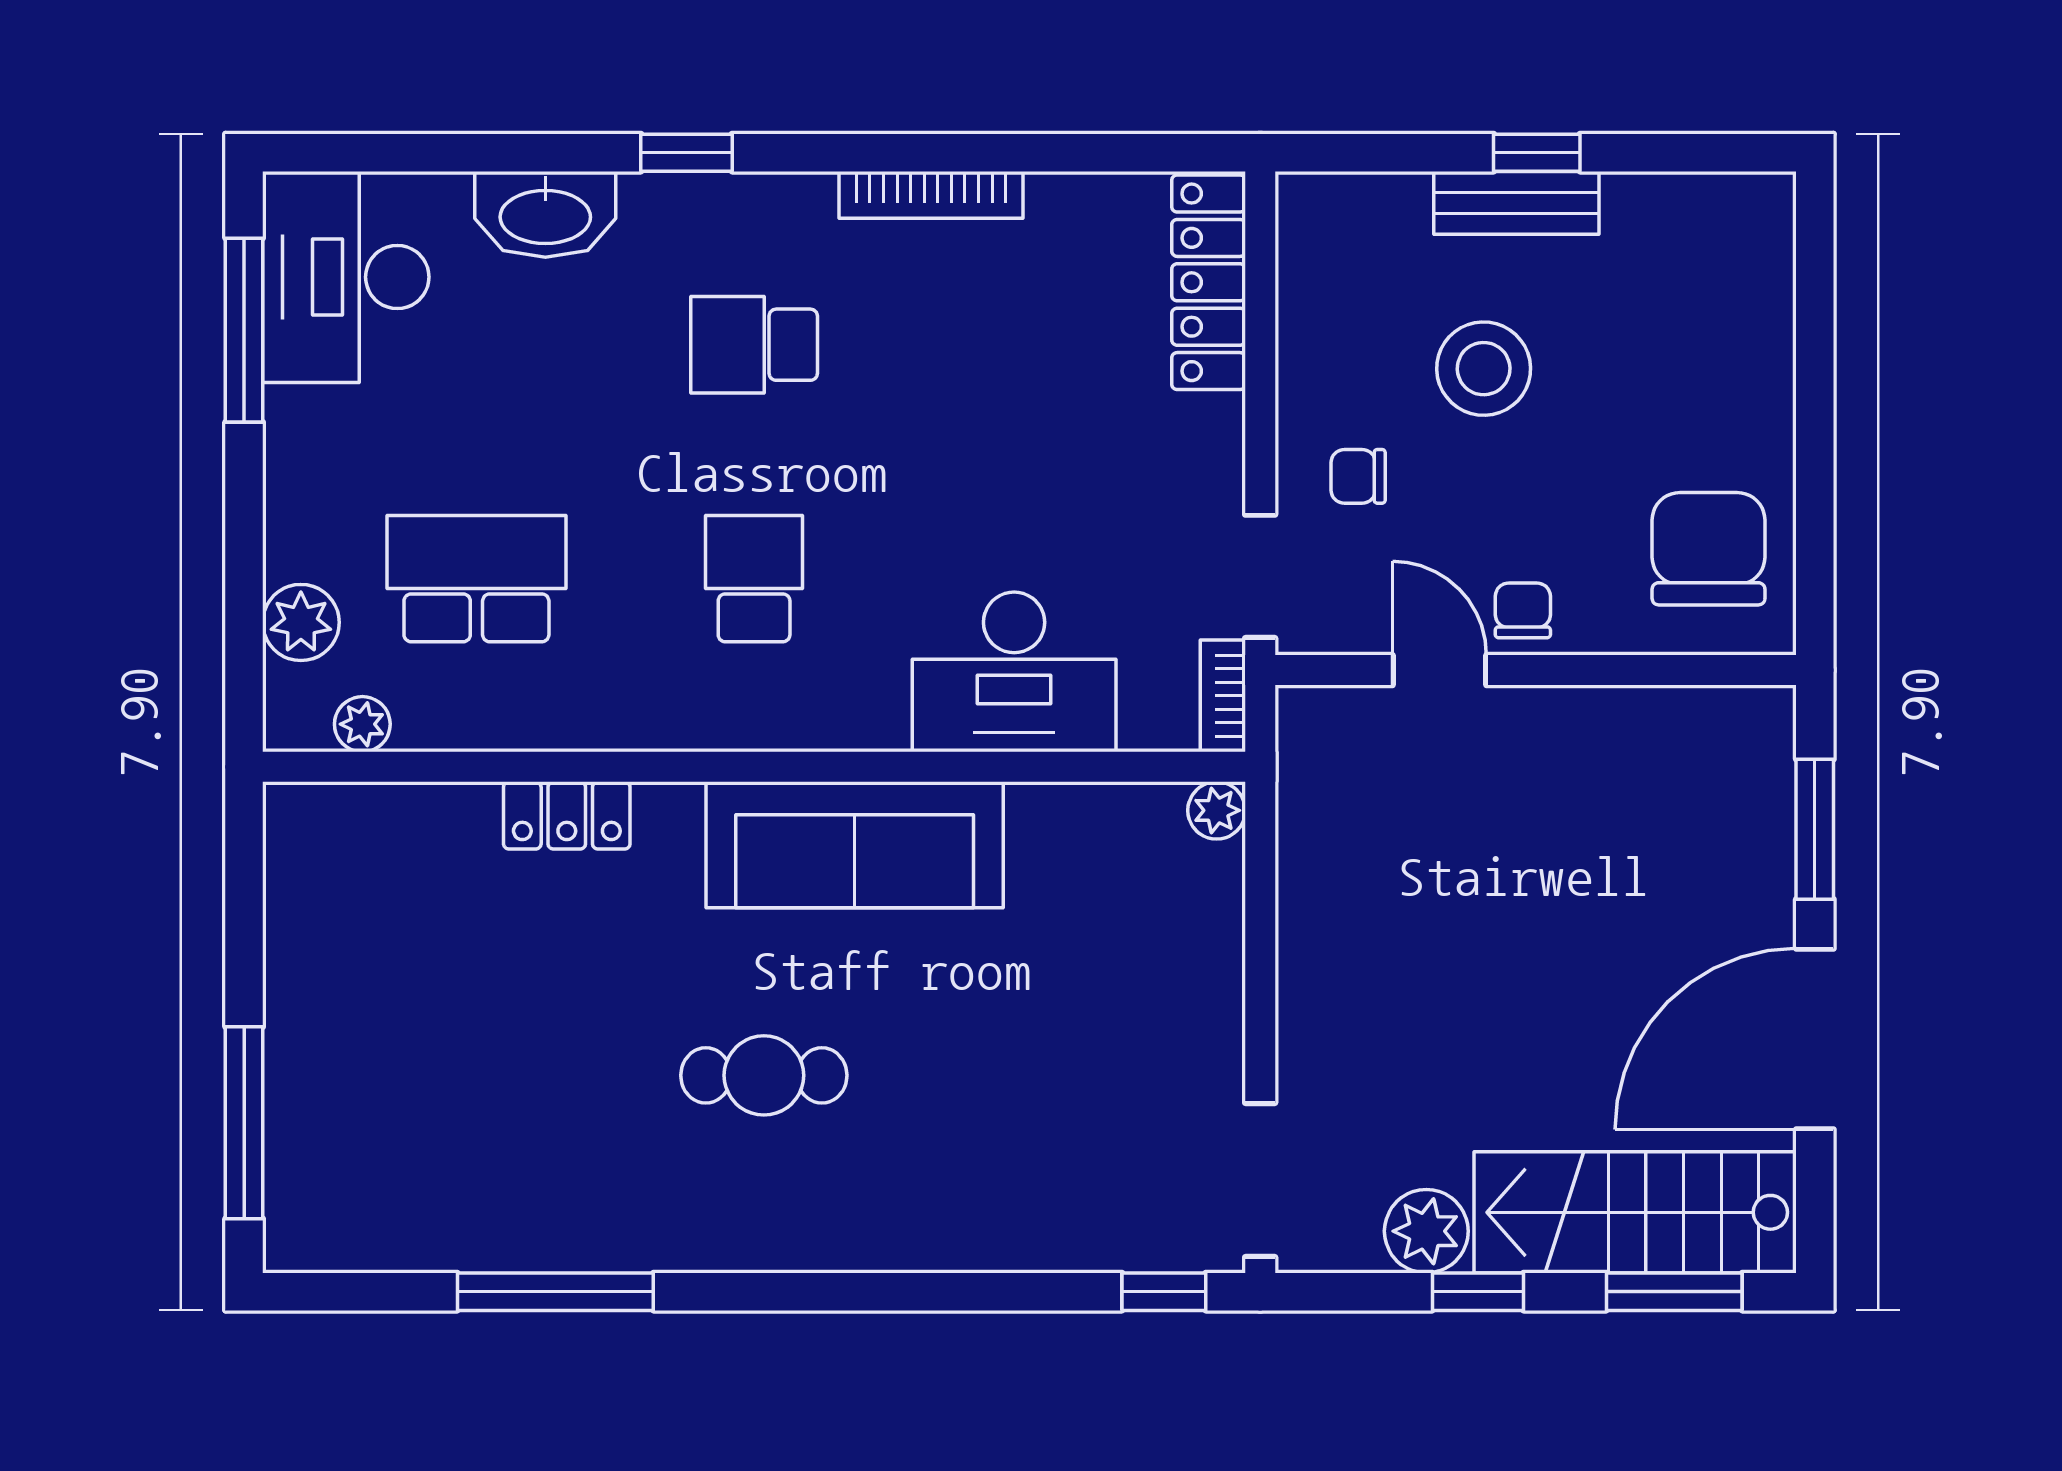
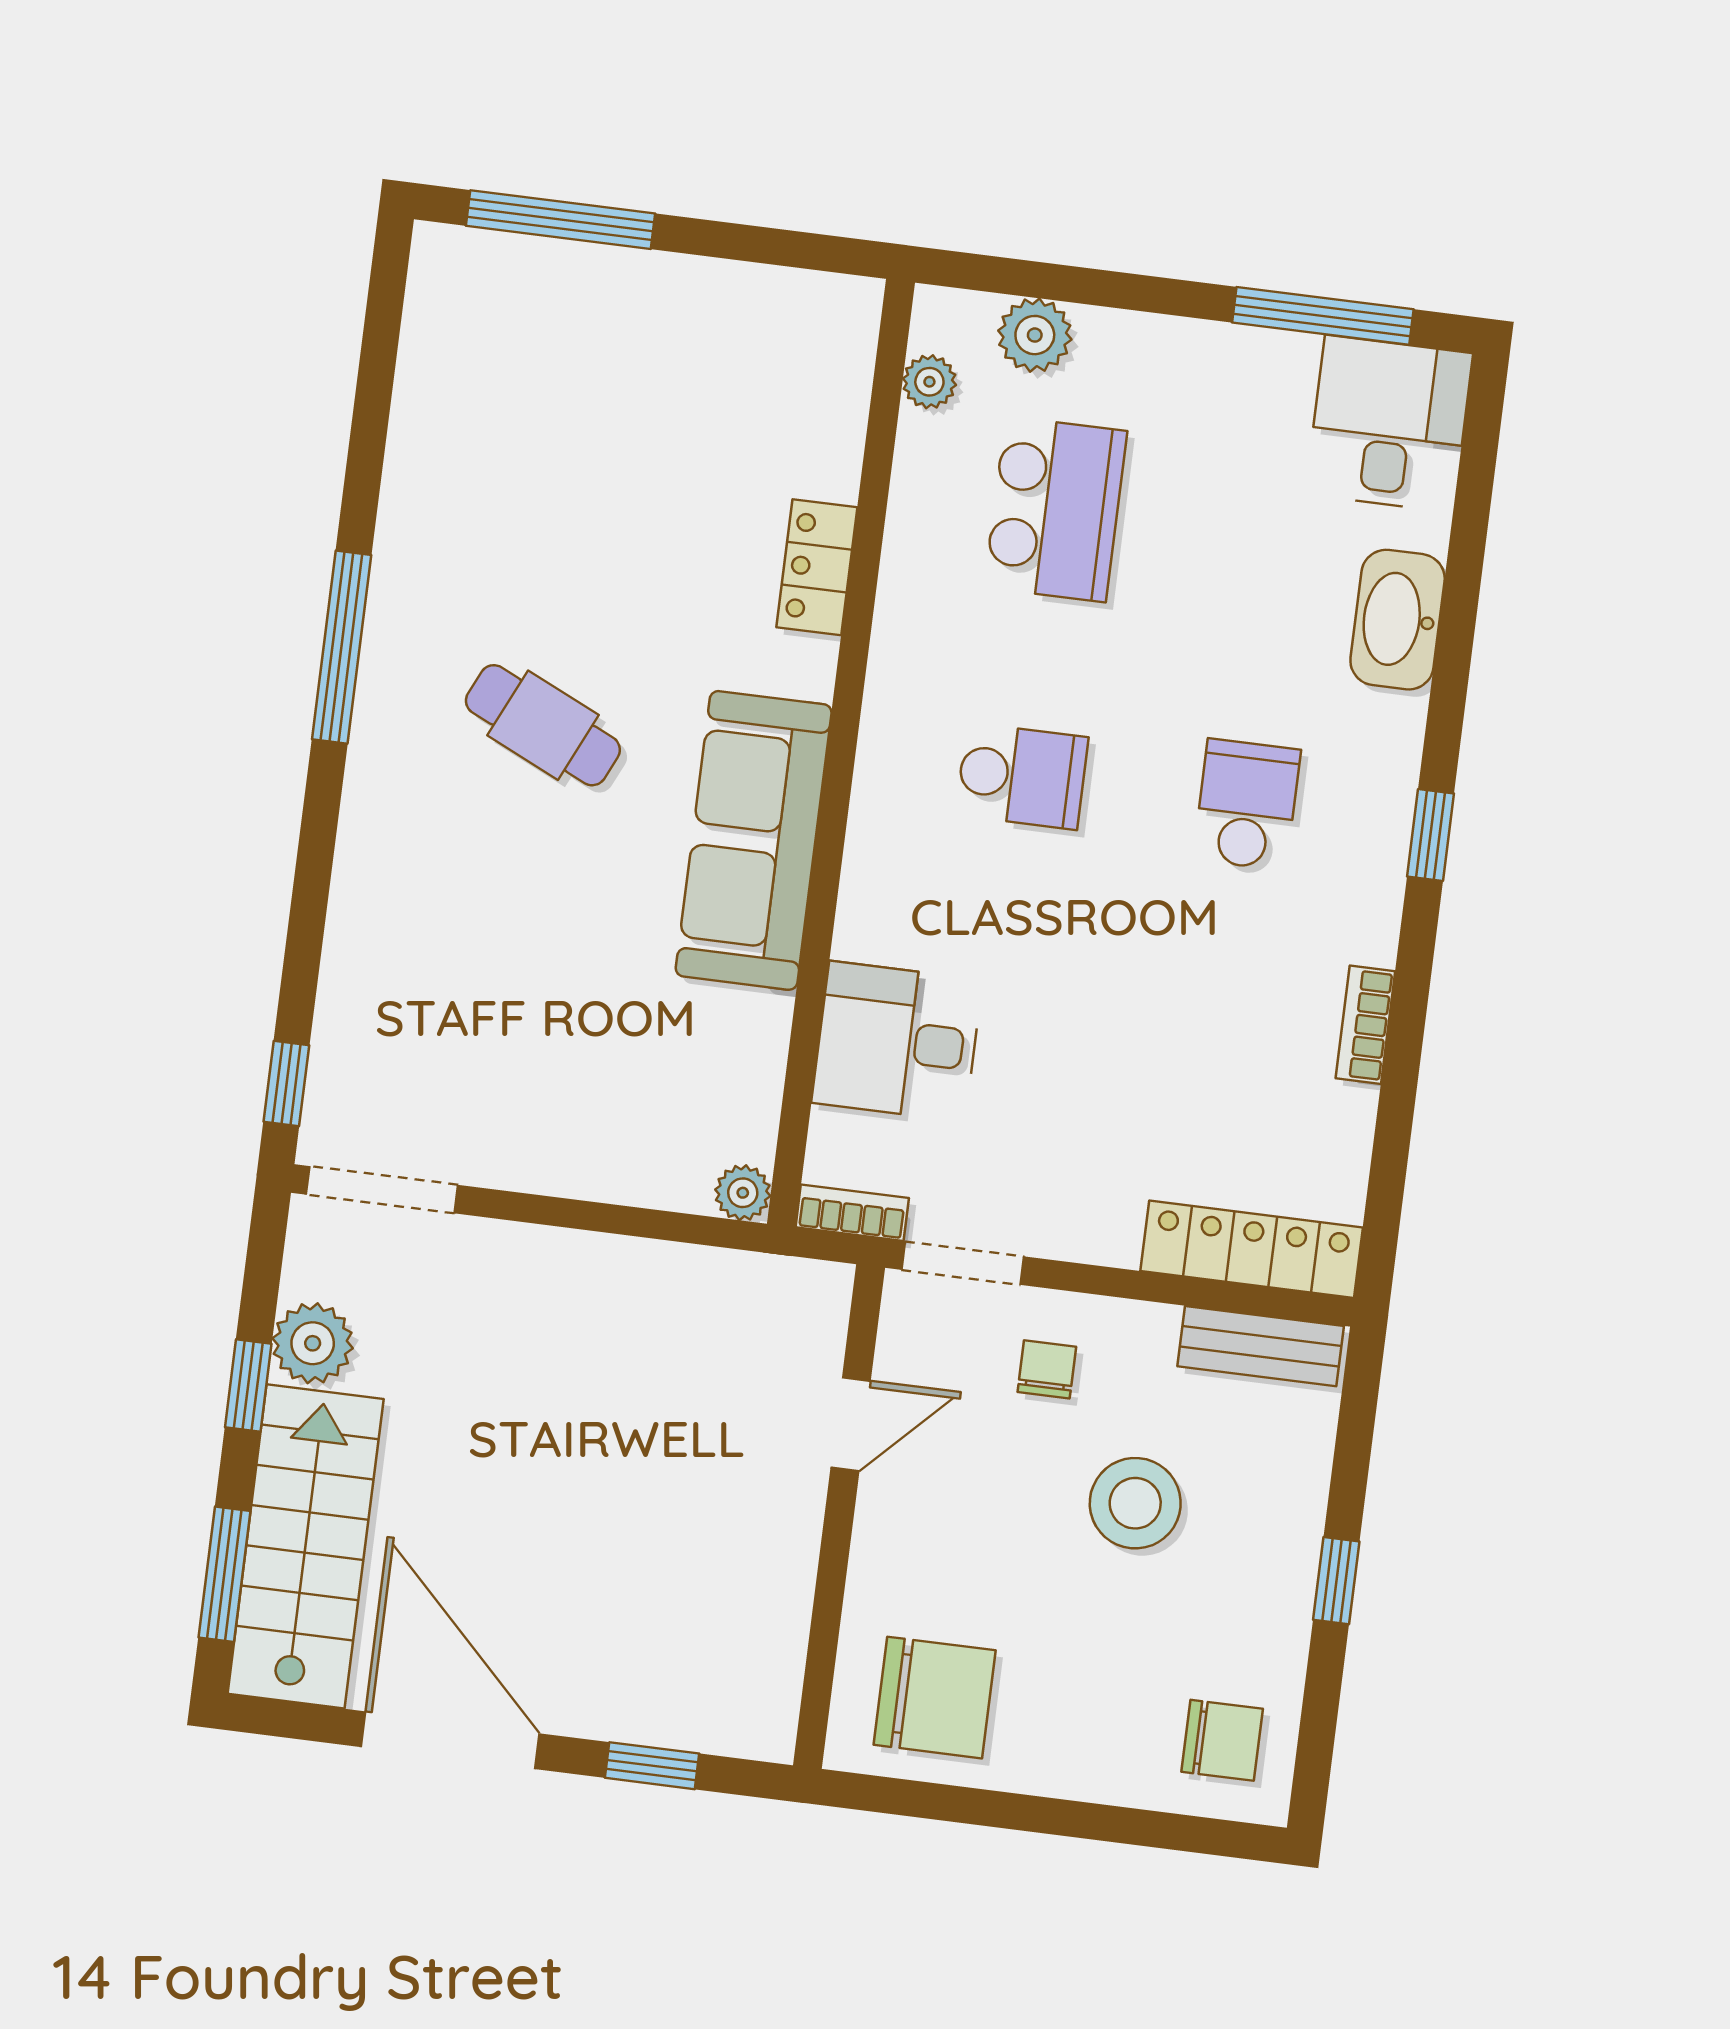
window: (687, 153) -> (1431, 835), moved
bookcase: (931, 195) -> (1365, 1025), width x0.64
bench: (1516, 203) -> (1261, 1346), moved, turned 90
desk: (346, 277) -> (1389, 424), width x0.73
chair: (1523, 610) -> (1222, 1740), moved, width x1.37, depth x1.37
desk: (1014, 672) -> (897, 1041), width x0.73
window: (1815, 829) -> (652, 1766), width x0.67
cafe table: (764, 1075) -> (543, 725), turned -65
window: (555, 1292) -> (342, 647), moved

